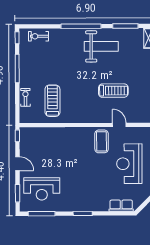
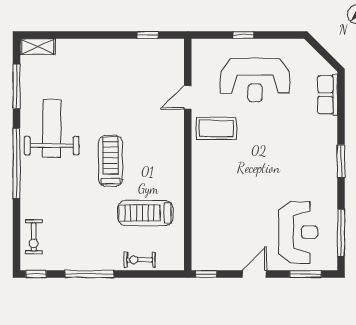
treadmill: (113, 91) -> (110, 161), moved

